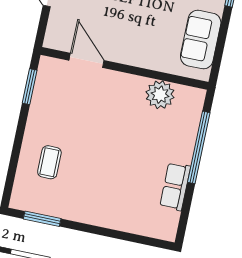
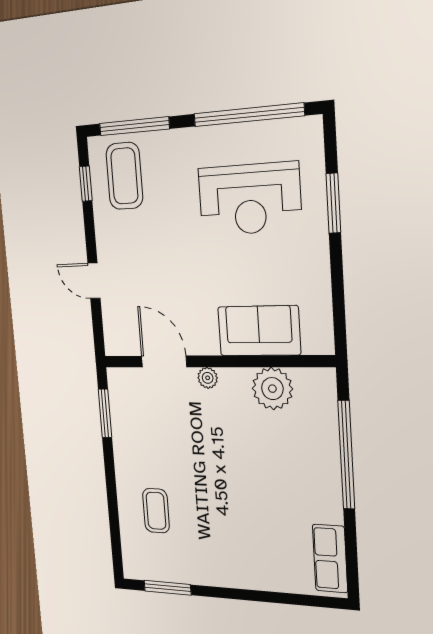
sofa: (201, 40) -> (259, 331), moved, turned 90
plant: (116, 78) -> (208, 378), added
row of seats: (175, 186) -> (330, 559), moved

